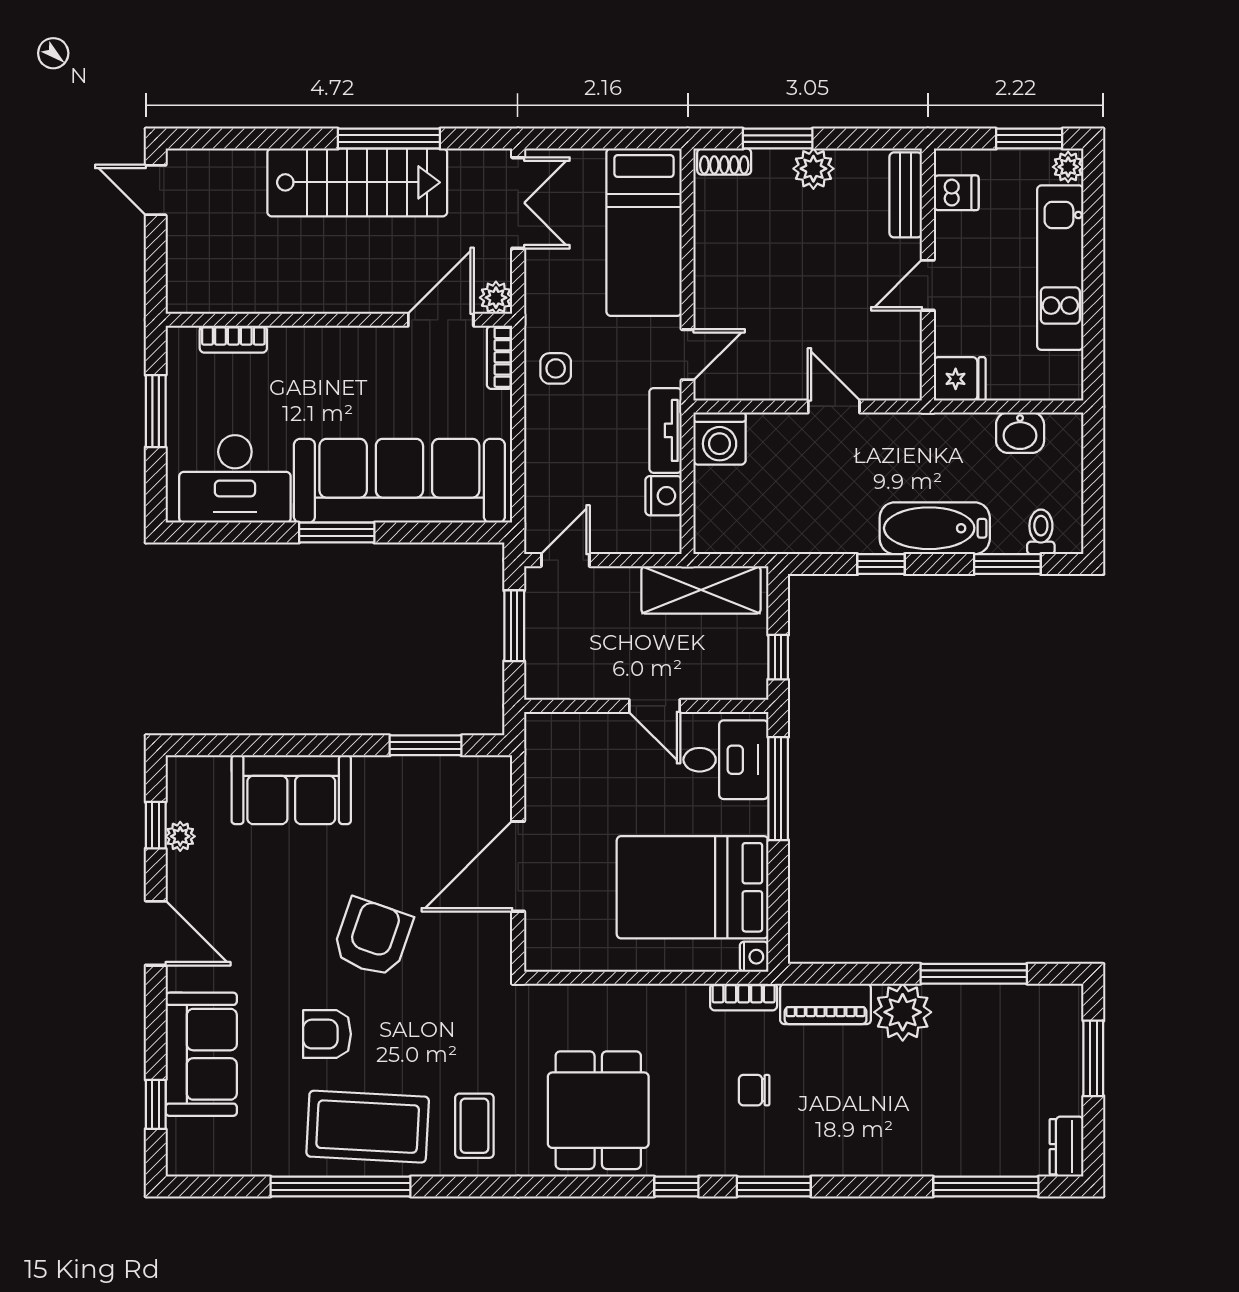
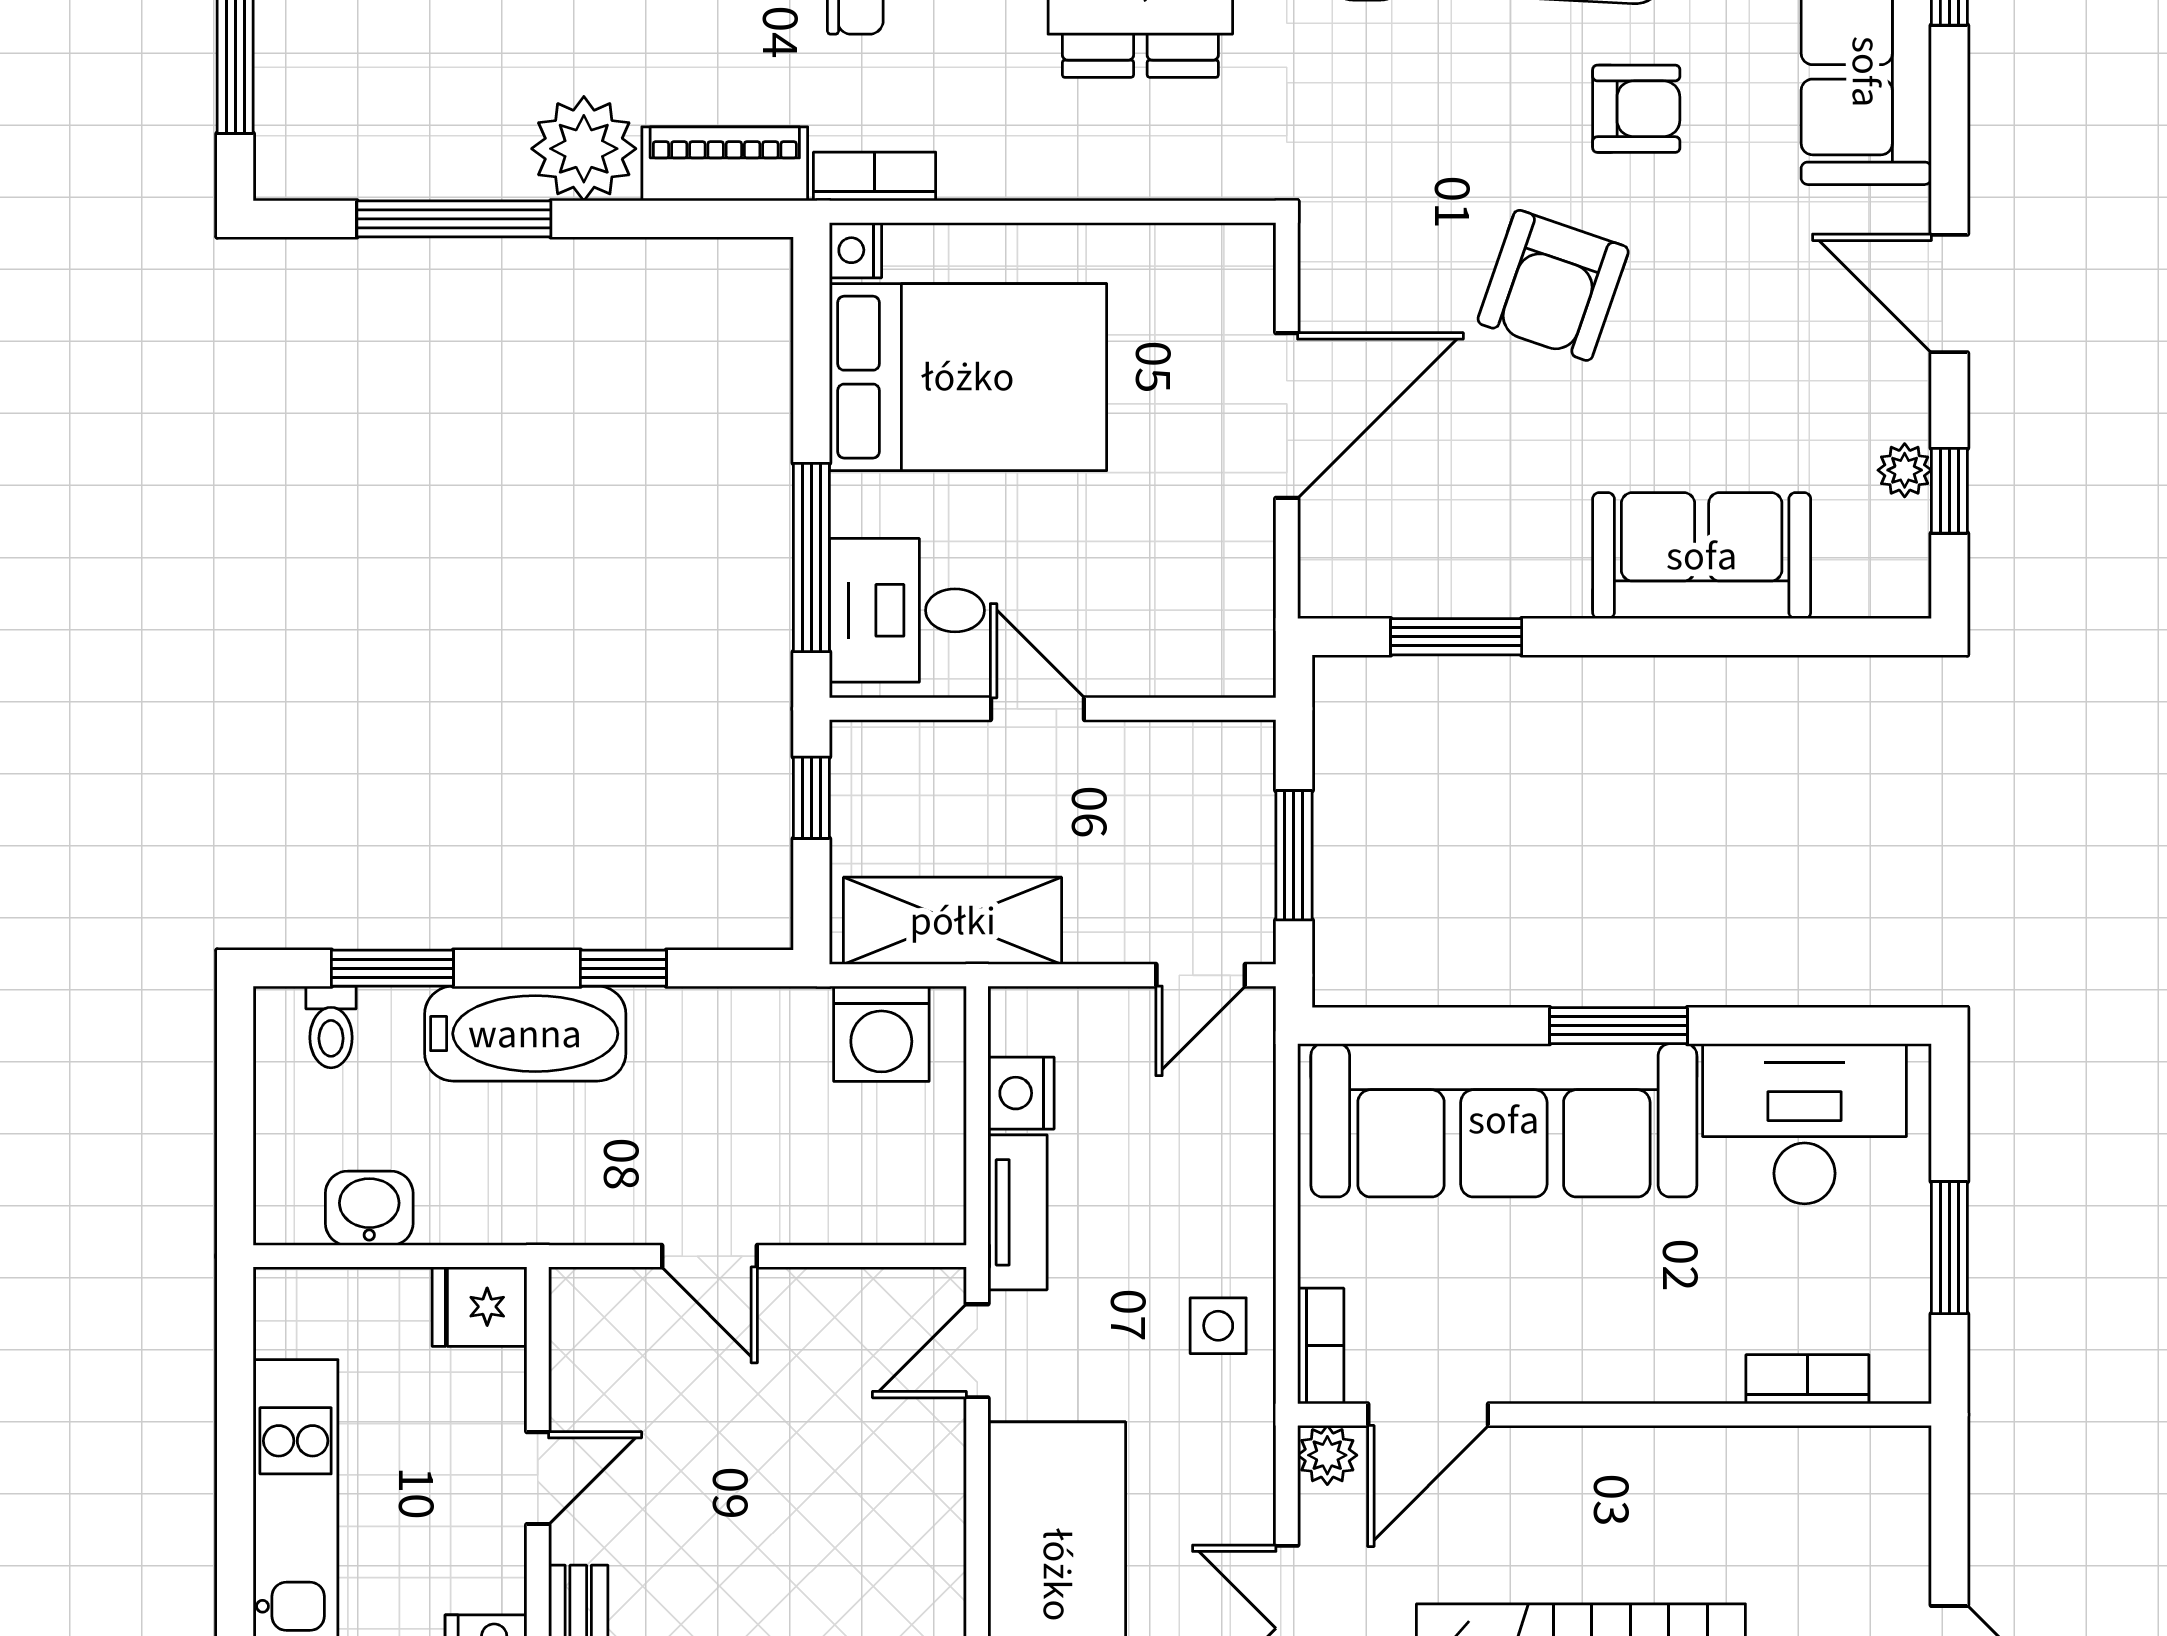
washing machine: (720, 438) -> (881, 1034), moved, turned 180

